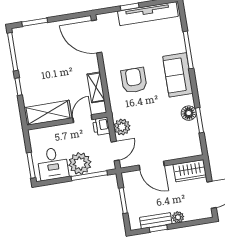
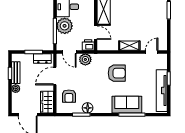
door: (97, 37) -> (152, 52), width x0.53
sofa: (178, 75) -> (127, 105), moved
shelving: (96, 87) -> (129, 46), moved
armchair: (177, 142) -> (69, 96), added
dresser: (130, 187) -> (42, 58), added

